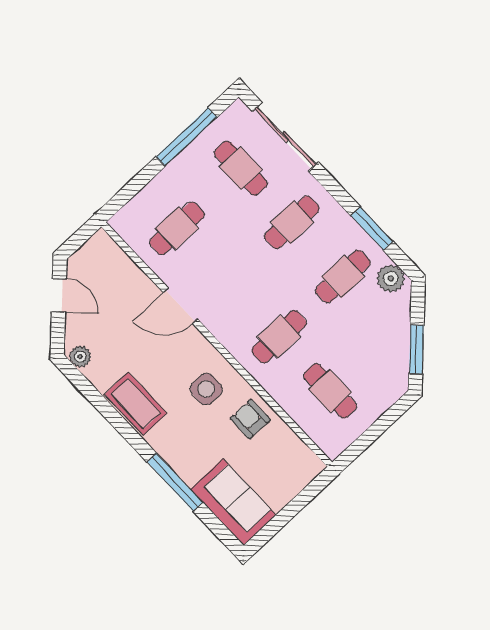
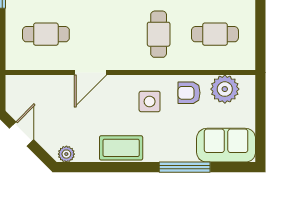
cafe table: (177, 228) -> (46, 34), turned 90
door: (59, 295) -> (21, 134), hinge flipped
plant: (286, 450) -> (225, 89), added

